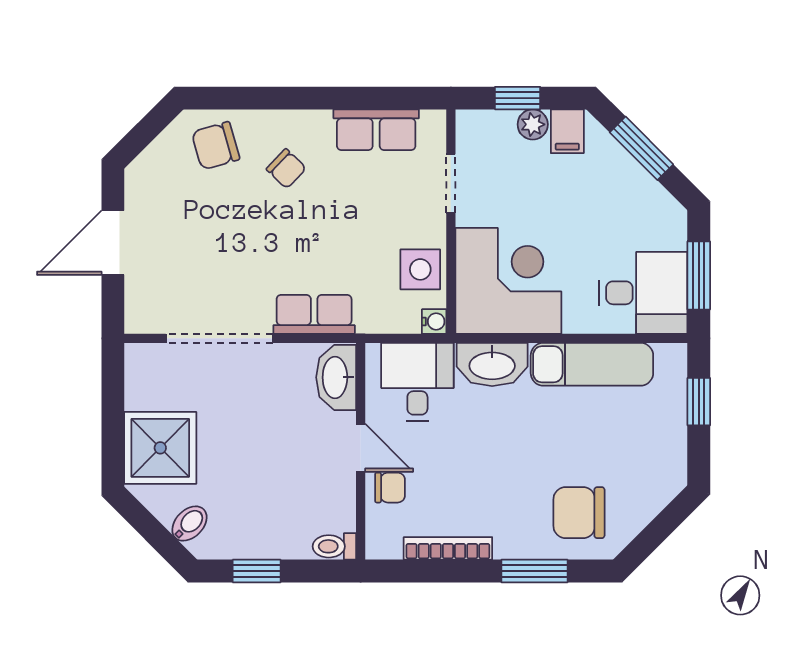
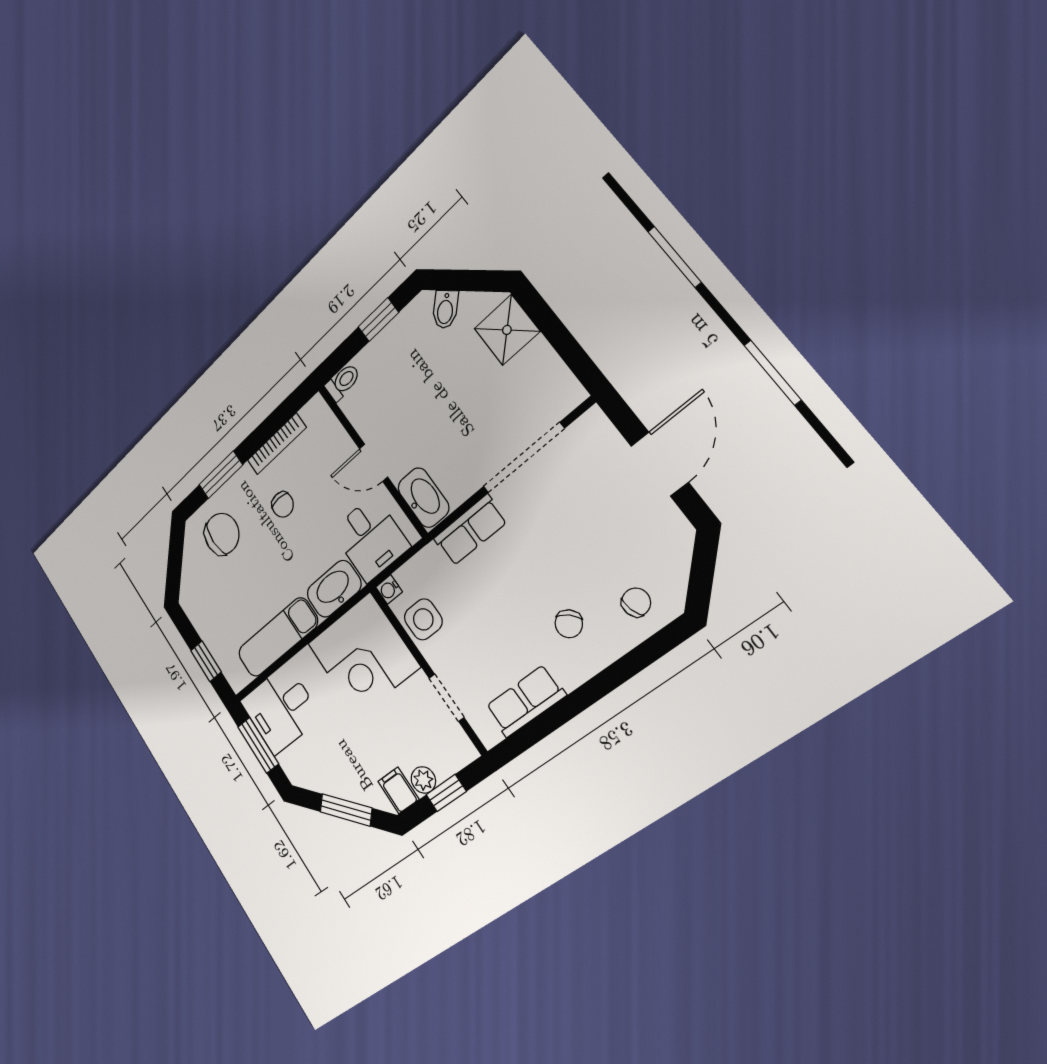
chair: (216, 146) -> (636, 602), width x0.73, depth x0.73
chair: (286, 169) -> (569, 624), turned -93
shower: (160, 448) -> (507, 330), width x0.73, depth x0.73
chair: (390, 488) -> (283, 505), moved, turned -90

